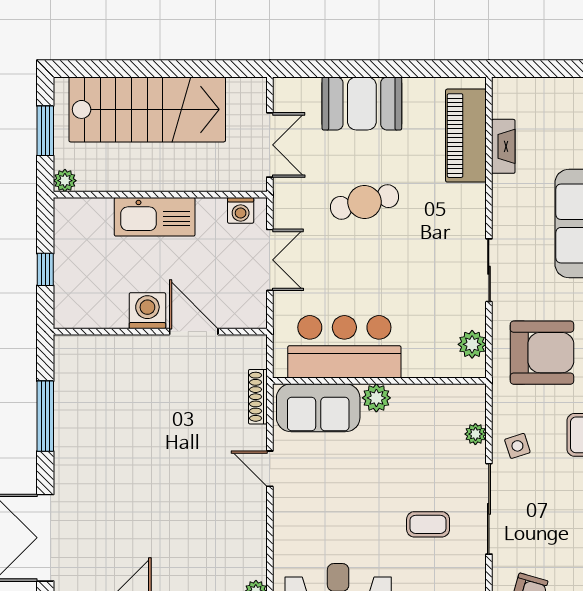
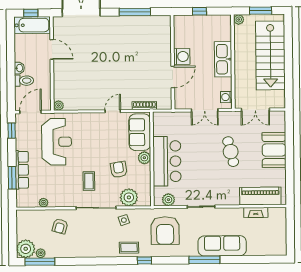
bar counter: (344, 347) -> (167, 161), moved
plant: (475, 434) -> (129, 197), width x1.87, depth x1.87
armchair: (403, 456) -> (119, 170), added

